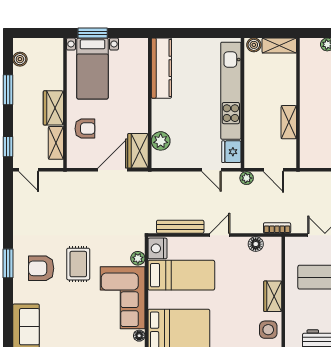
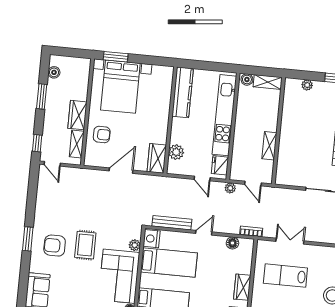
bed with nightstands: (92, 68) -> (120, 87), width x1.36
kitchen counter: (161, 68) -> (183, 92), moved
wall: (150, 103) -> (170, 120), moved
plant: (161, 141) -> (176, 152), moved
wardrobe: (138, 151) -> (157, 158), moved

